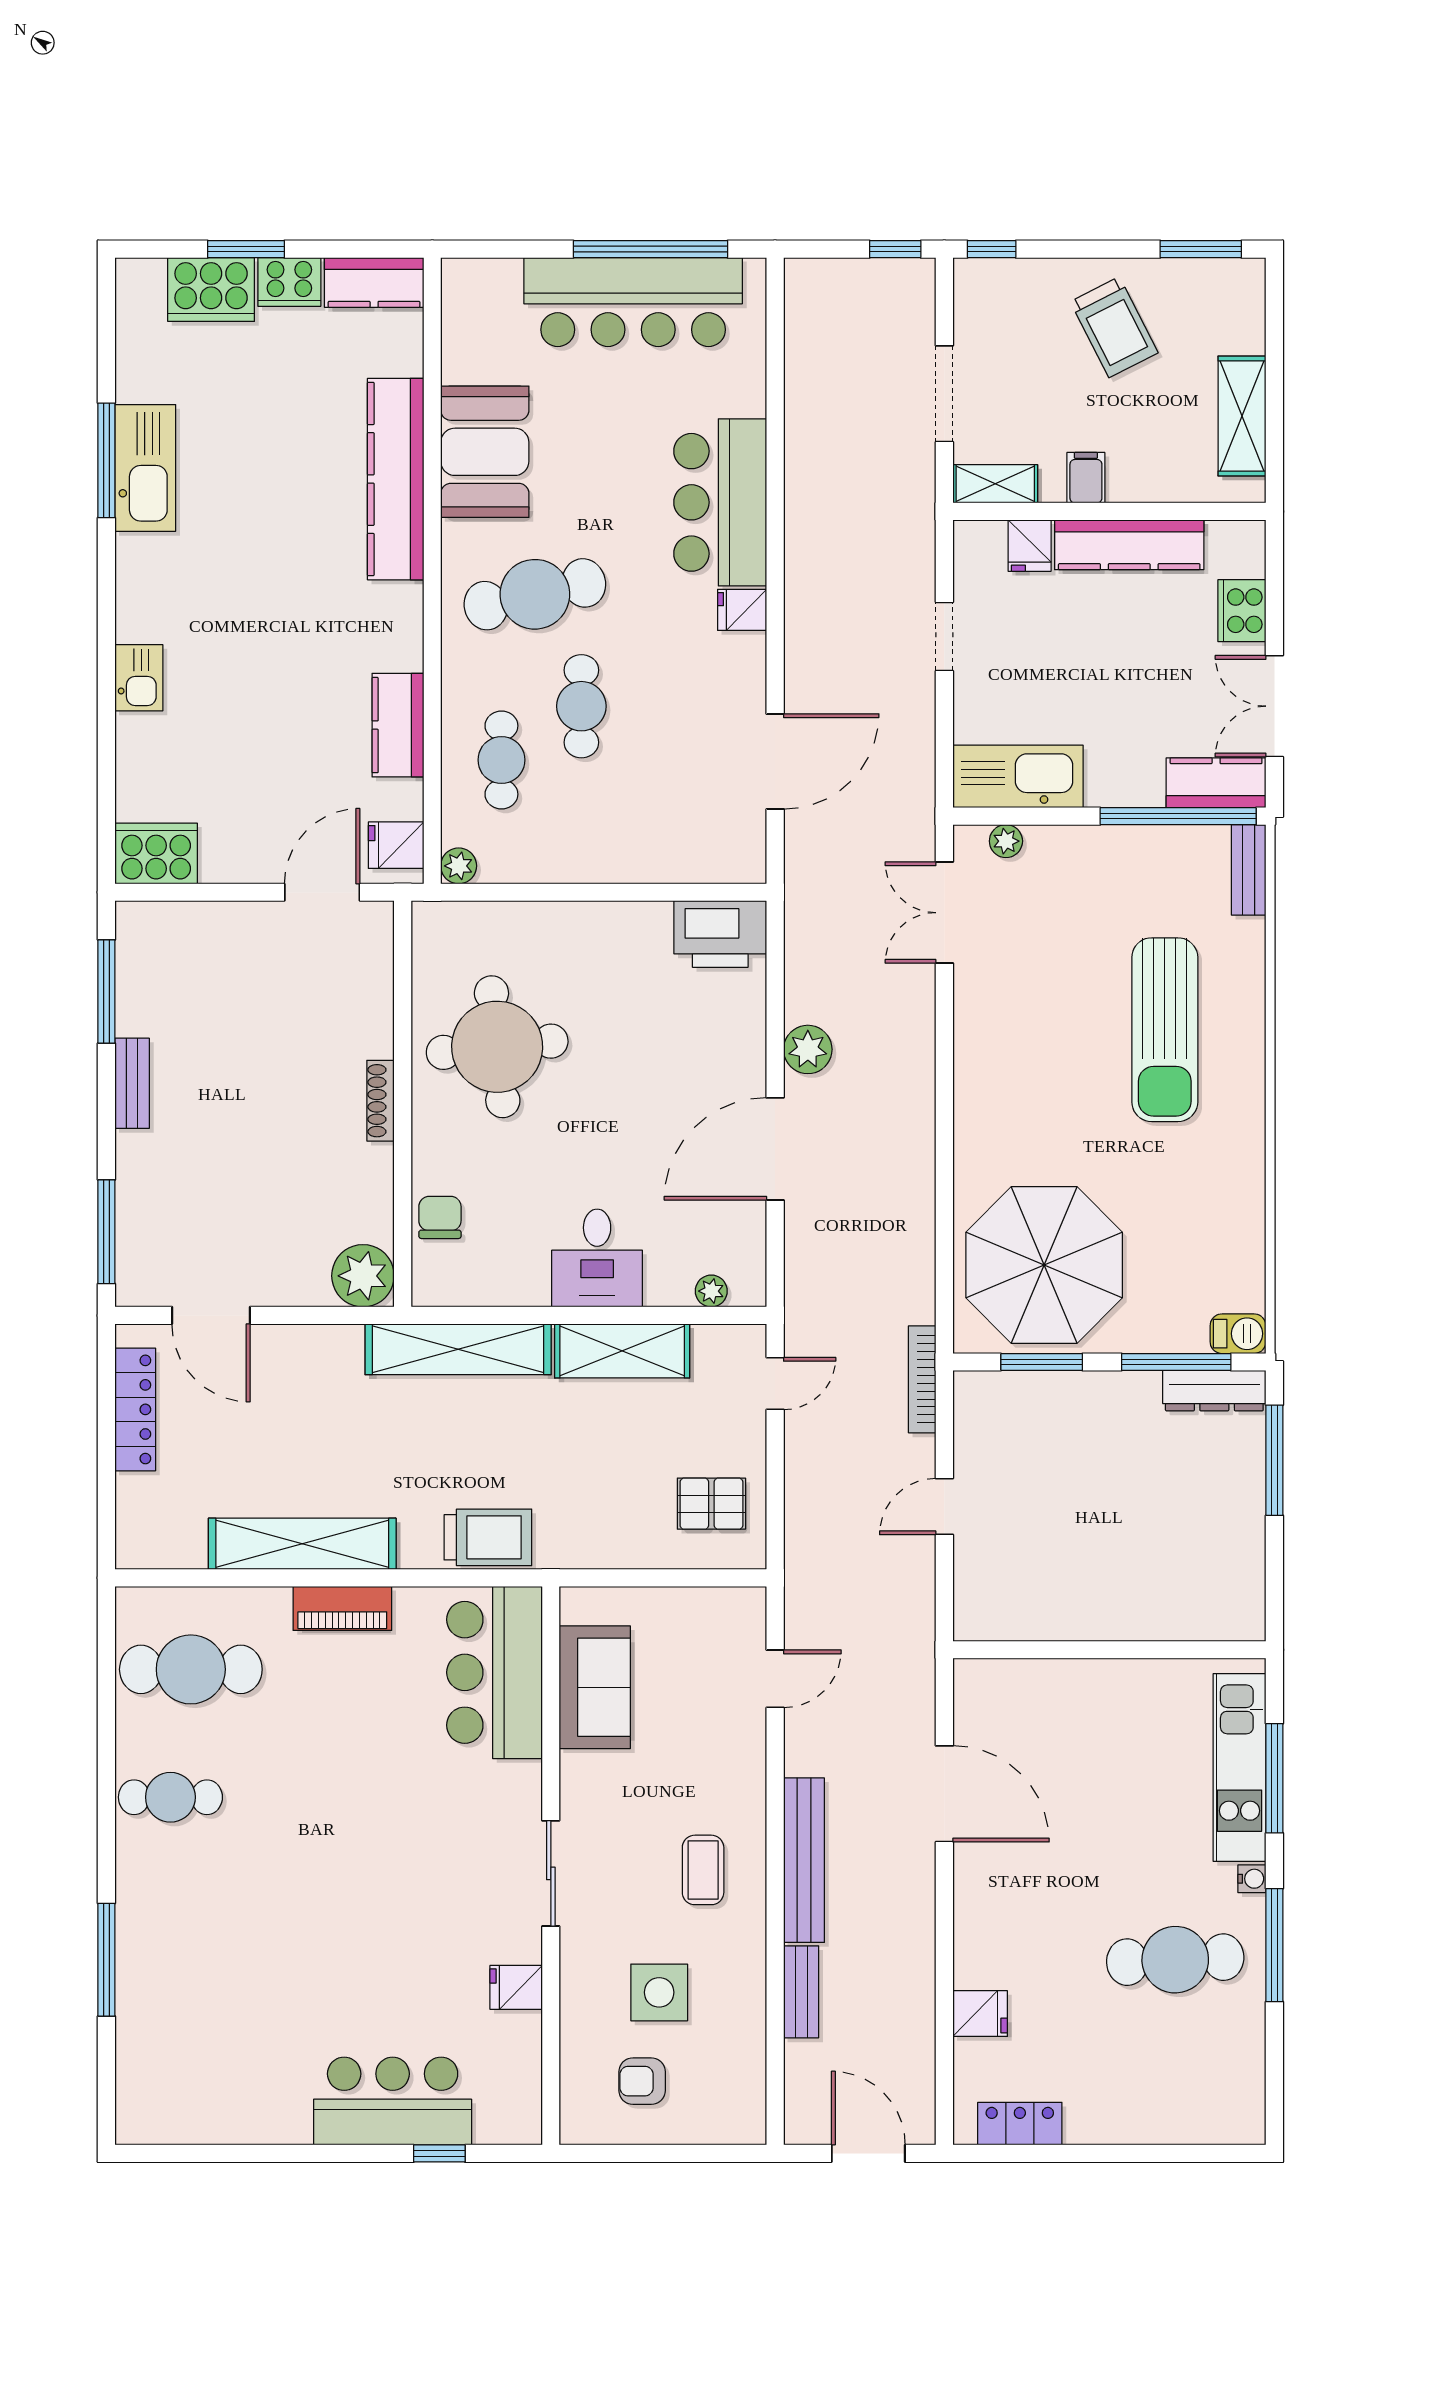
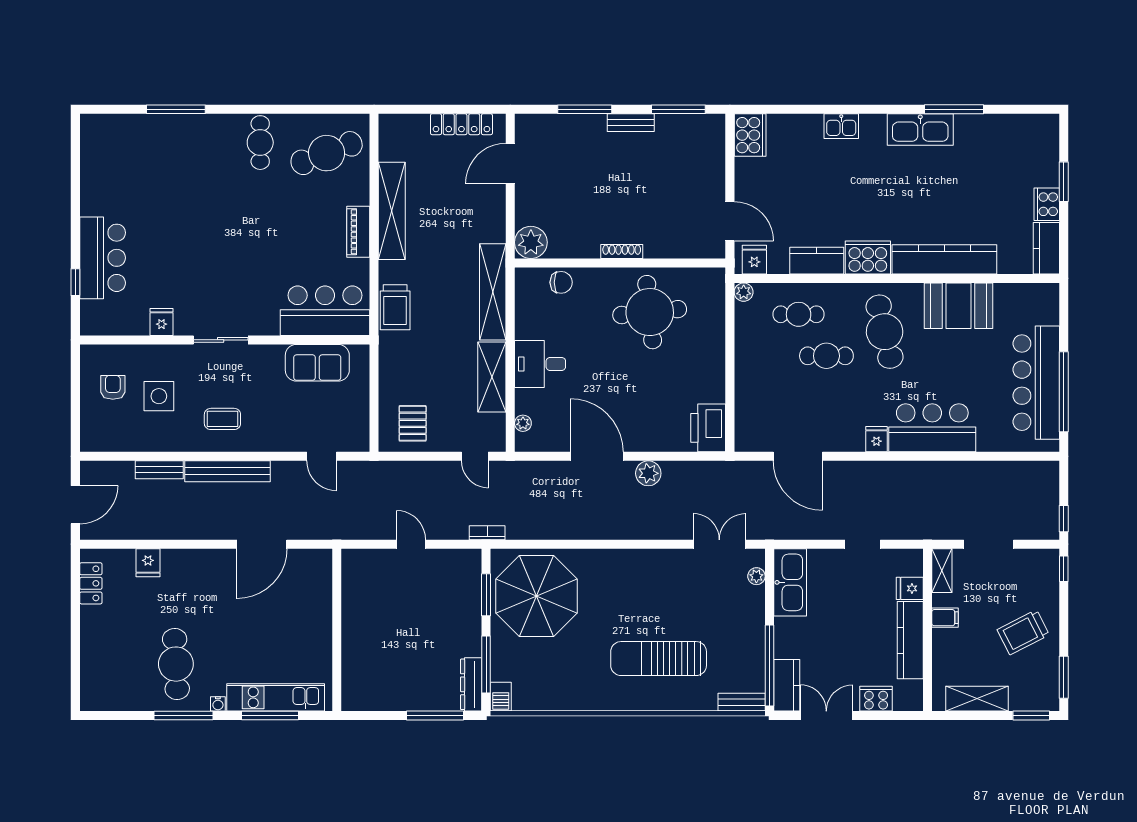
cooker: (211, 290) -> (868, 257), moved, turned 90
window: (1274, 312) -> (1031, 715), added
kitchen sink: (145, 468) -> (920, 129), moved
window: (106, 1232) -> (585, 109), moved
bookcase: (922, 1379) -> (487, 533), width x0.64
cafe table: (191, 1669) -> (327, 153), turned 69

